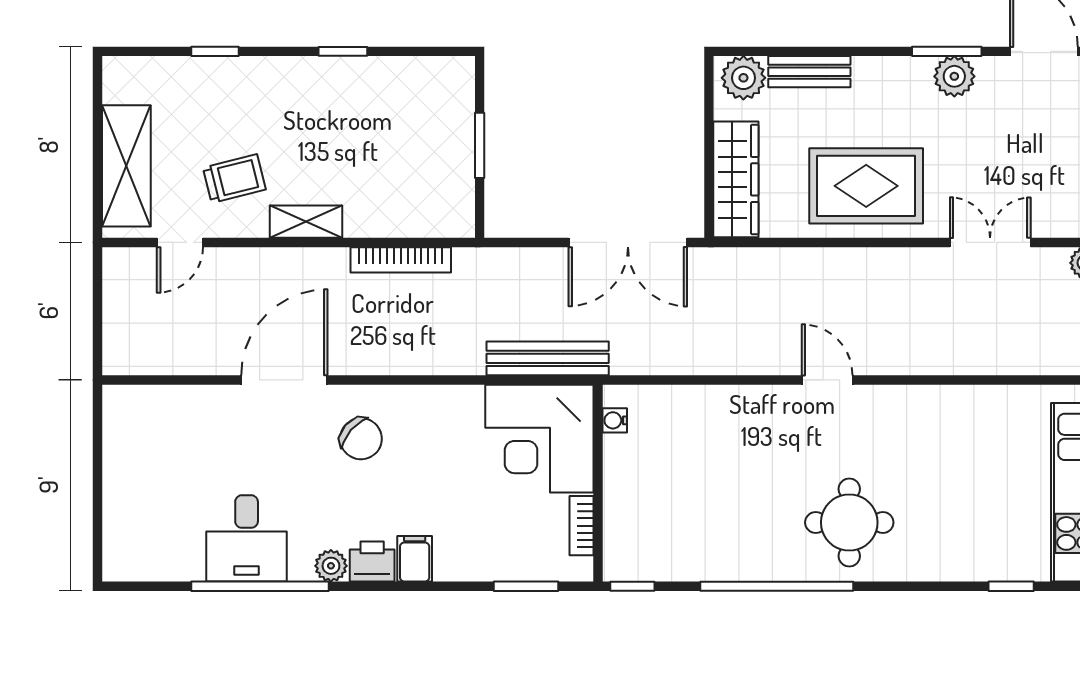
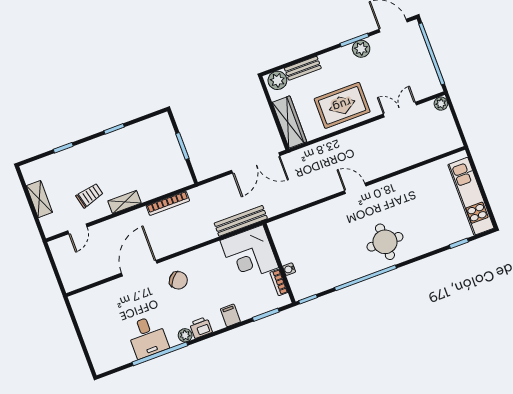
shelving: (126, 166) -> (39, 199), width x0.67, depth x0.75
water cooler: (615, 420) -> (289, 269), moved
filing cabinet: (415, 559) -> (230, 315), moved

